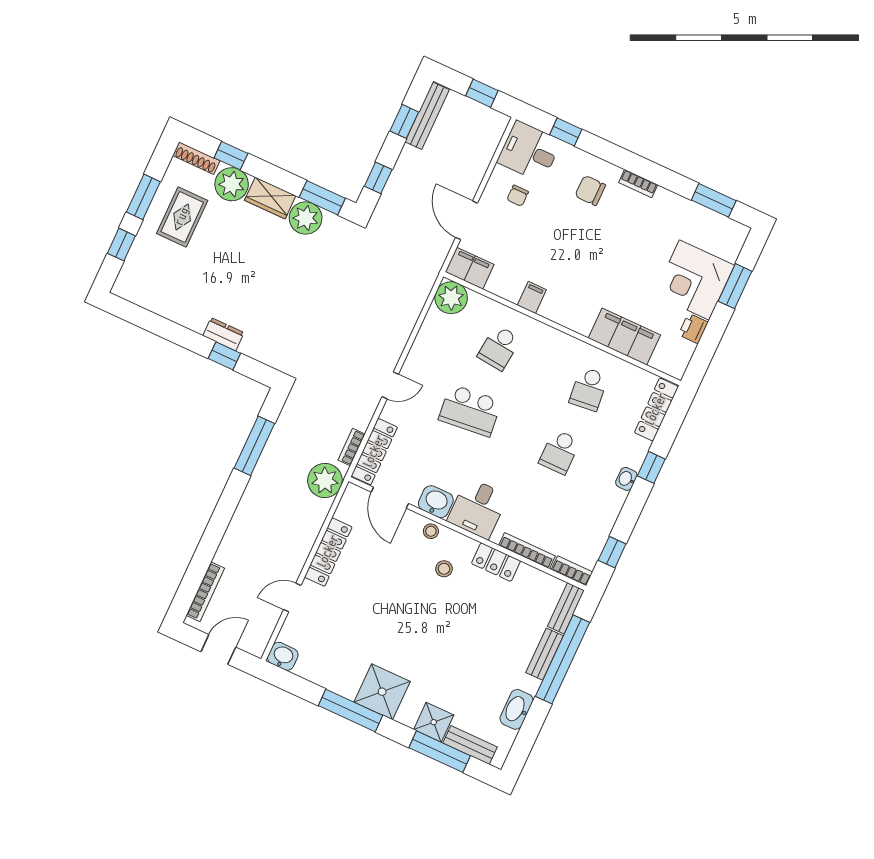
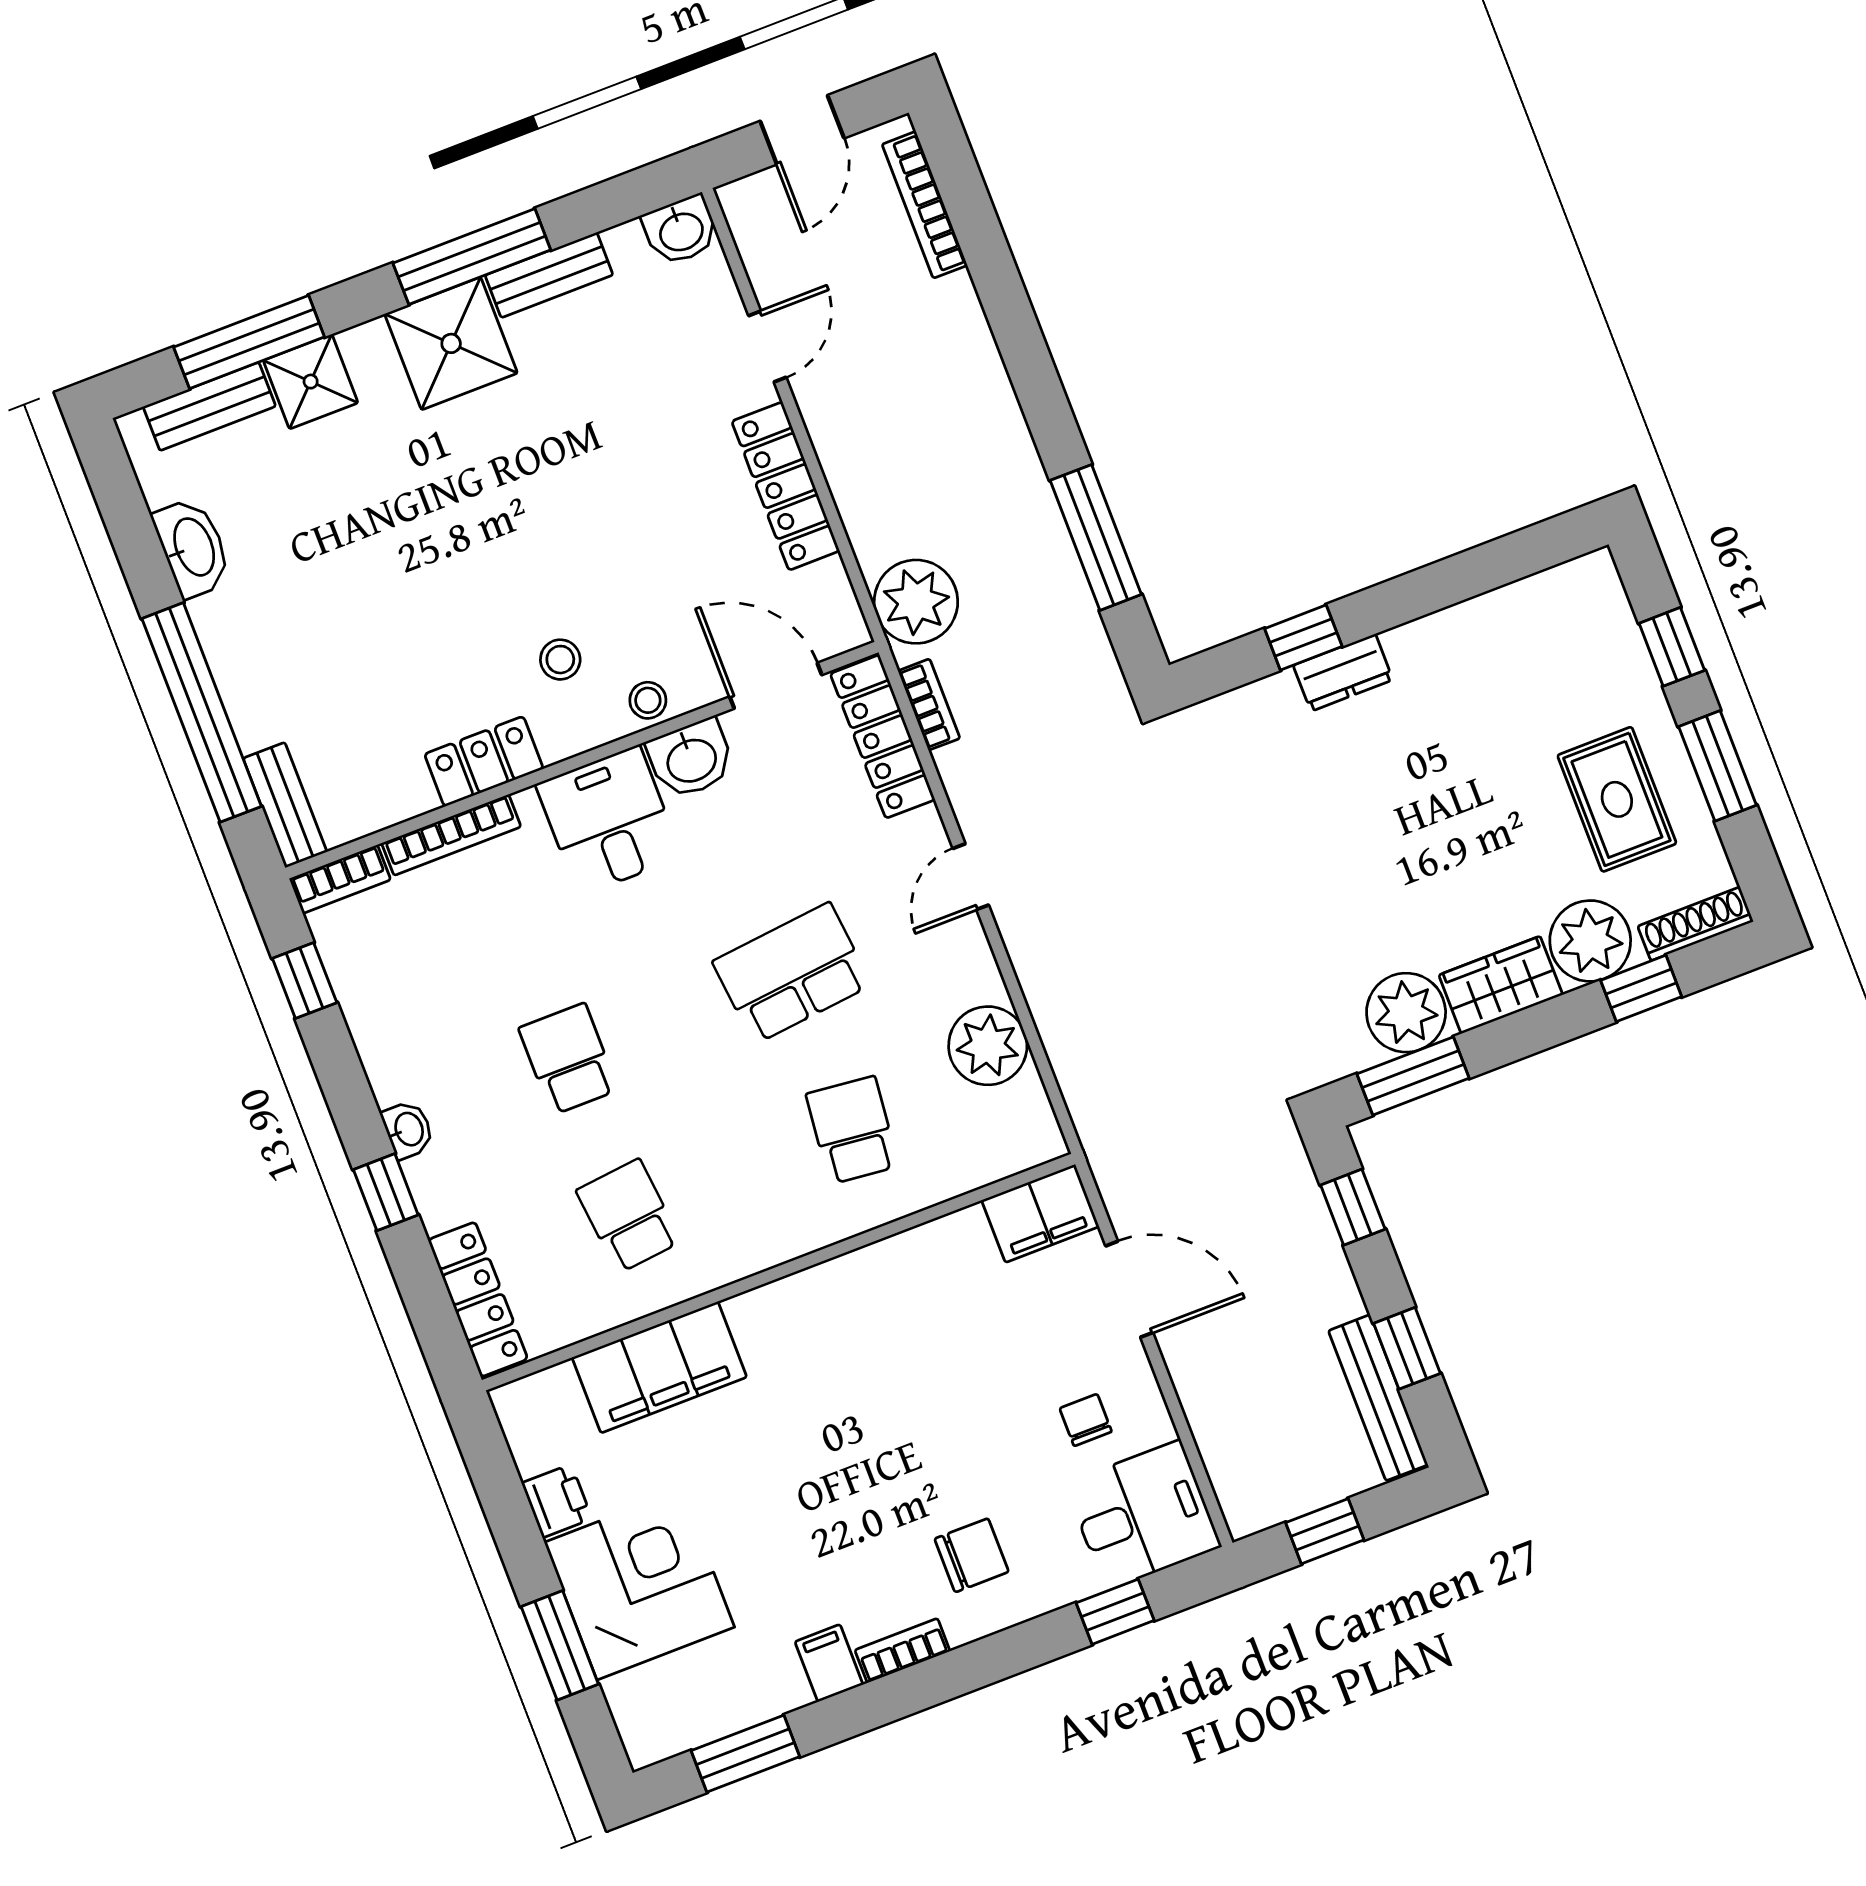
filing cabinet: (532, 297) -> (829, 1663), moved, turned 180
plant: (451, 298) -> (988, 1046), moved
bench: (544, 654) -> (549, 275), moved, turned 90

